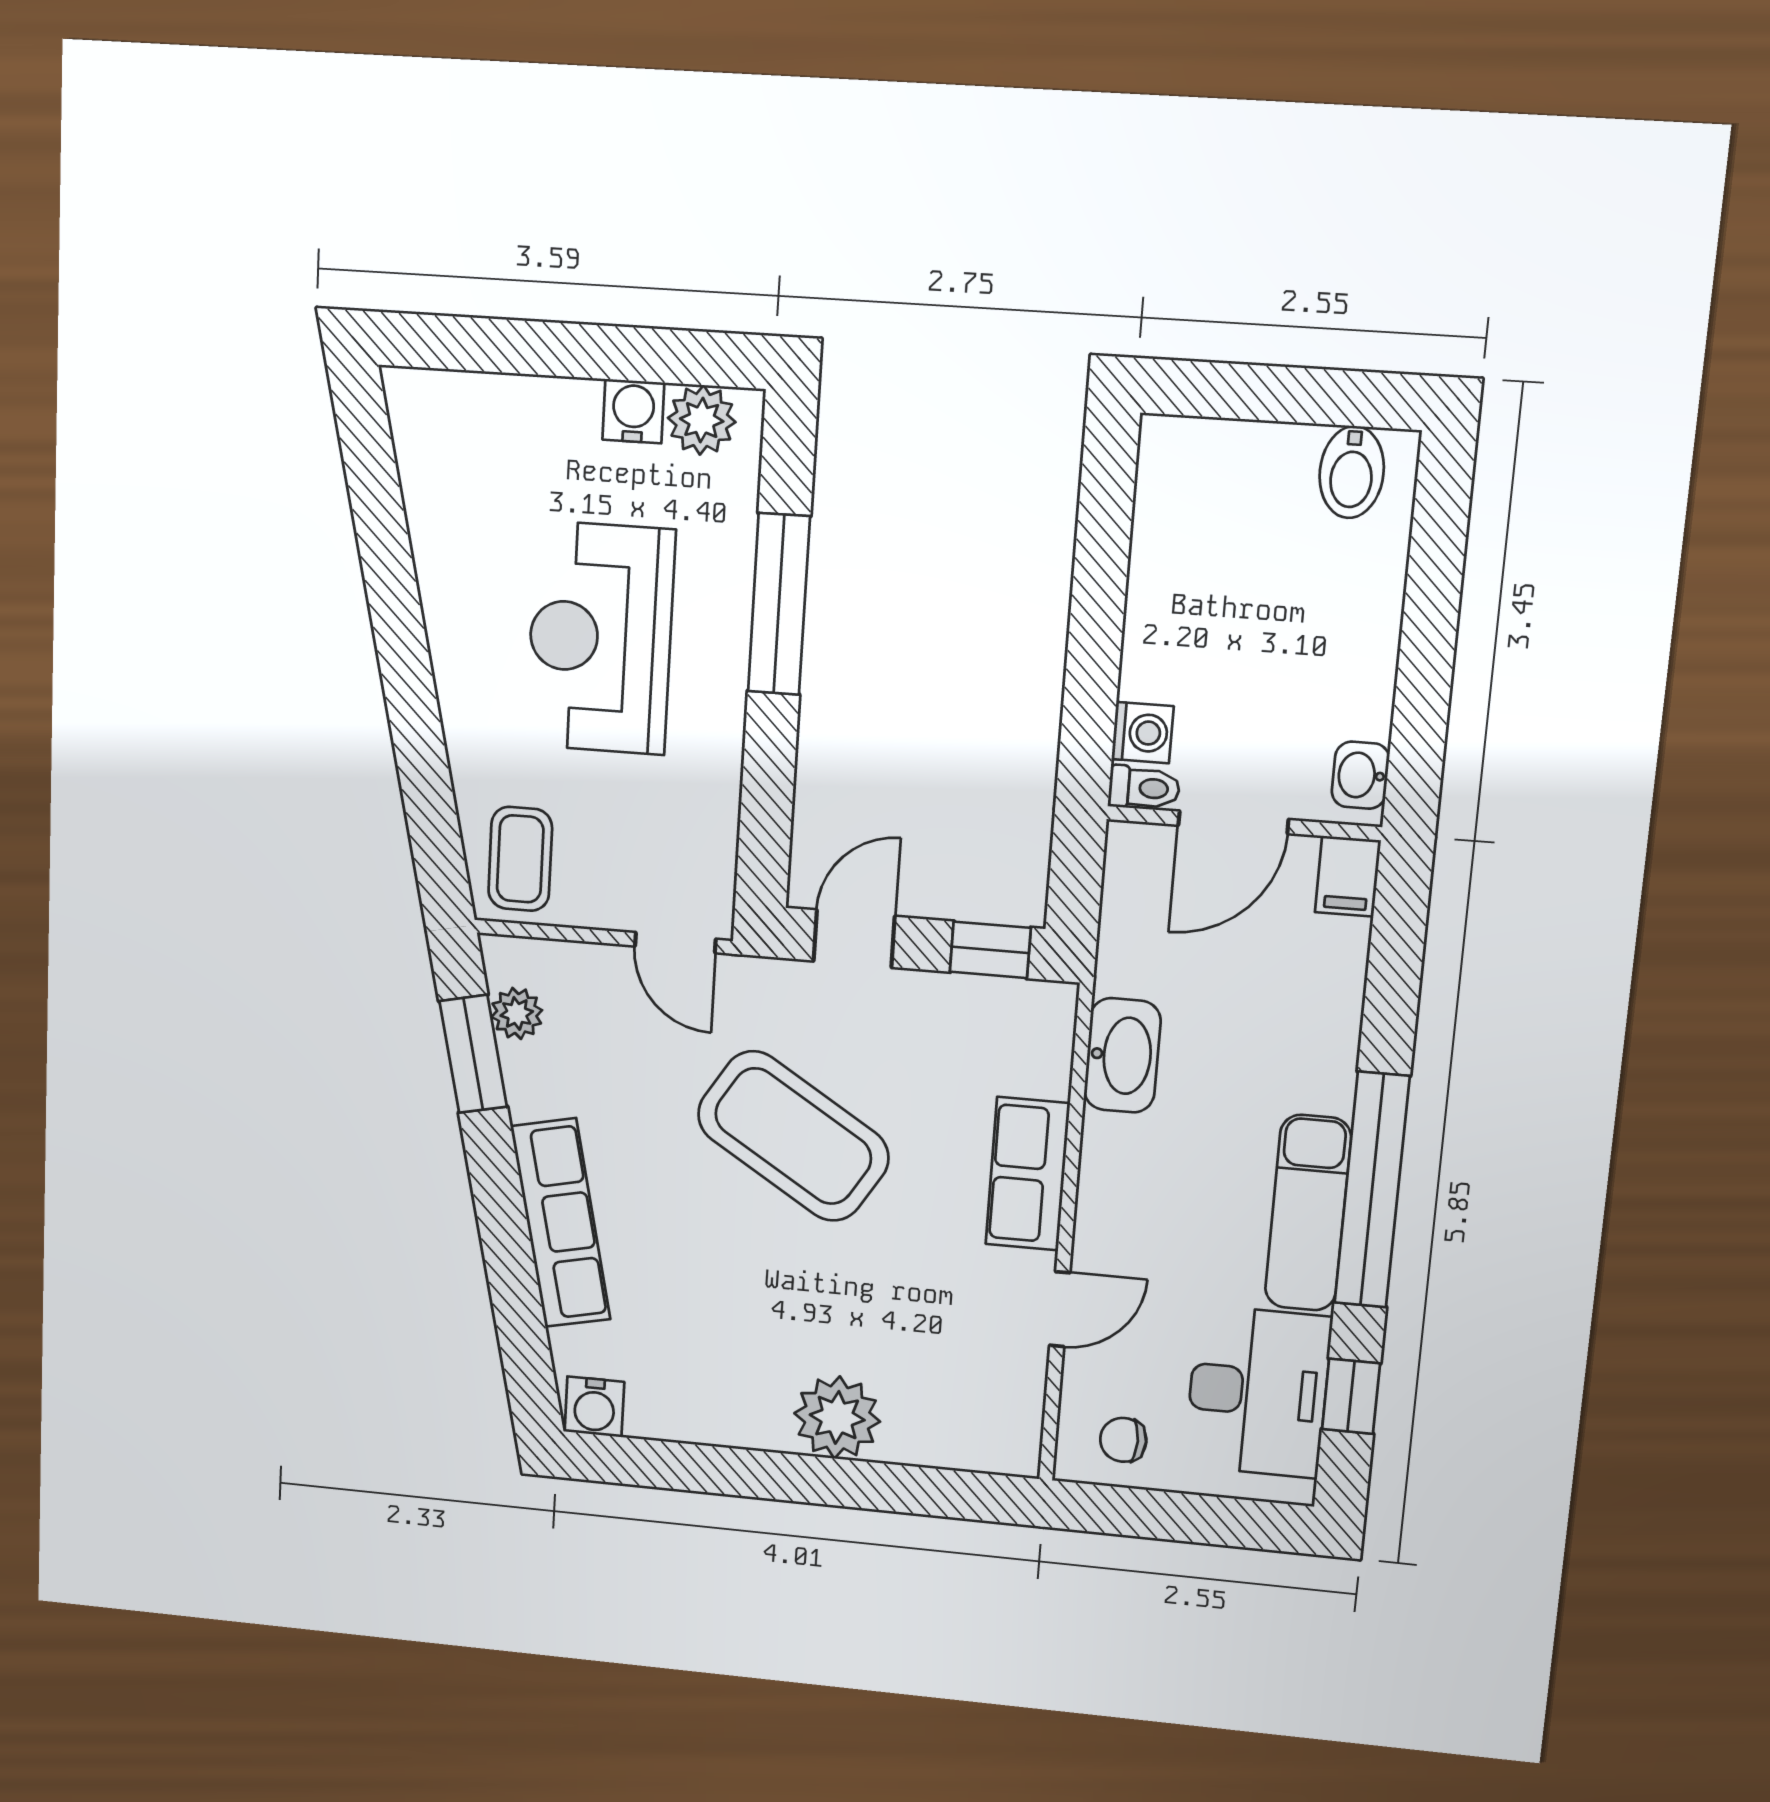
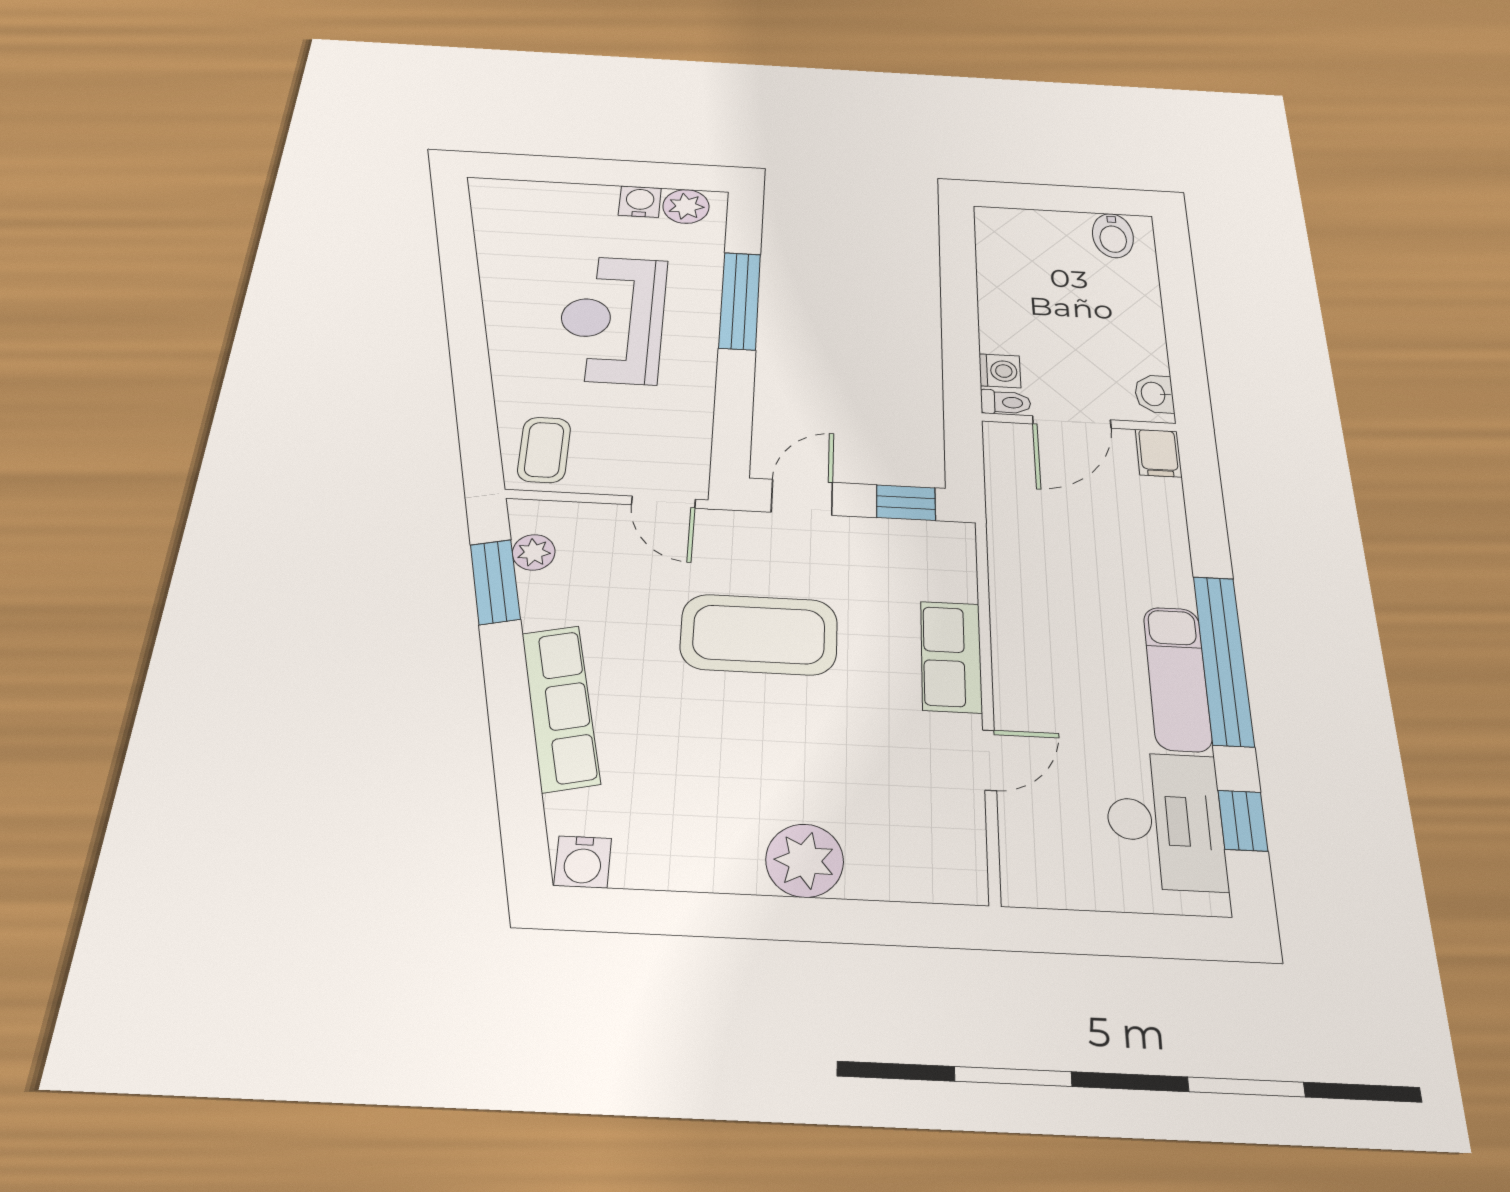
washbasin: (1122, 1055) -> (1014, 571), removed
coffee table: (793, 1136) -> (759, 634), turned -32
chair: (1123, 1440) -> (1058, 867), removed

